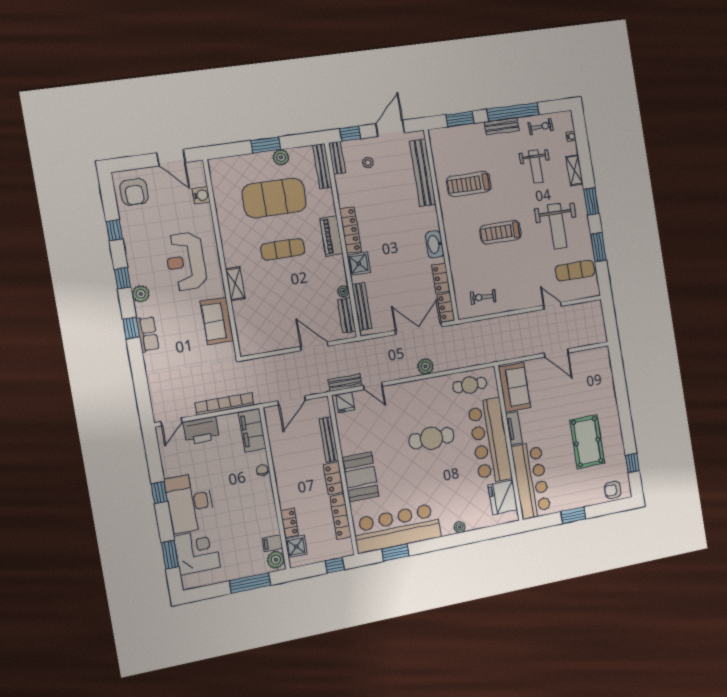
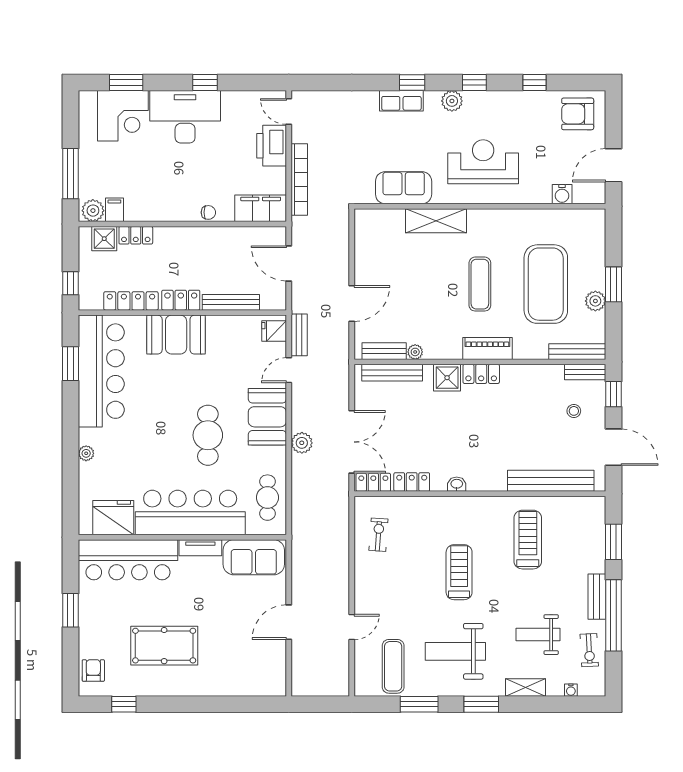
locker: (350, 230) -> (481, 374), width x0.66
washbasin: (435, 244) -> (457, 484), width x0.52, depth x0.69
shelving: (235, 284) -> (436, 221), width x1.50, depth x1.33
booth: (410, 396) -> (267, 417), added

